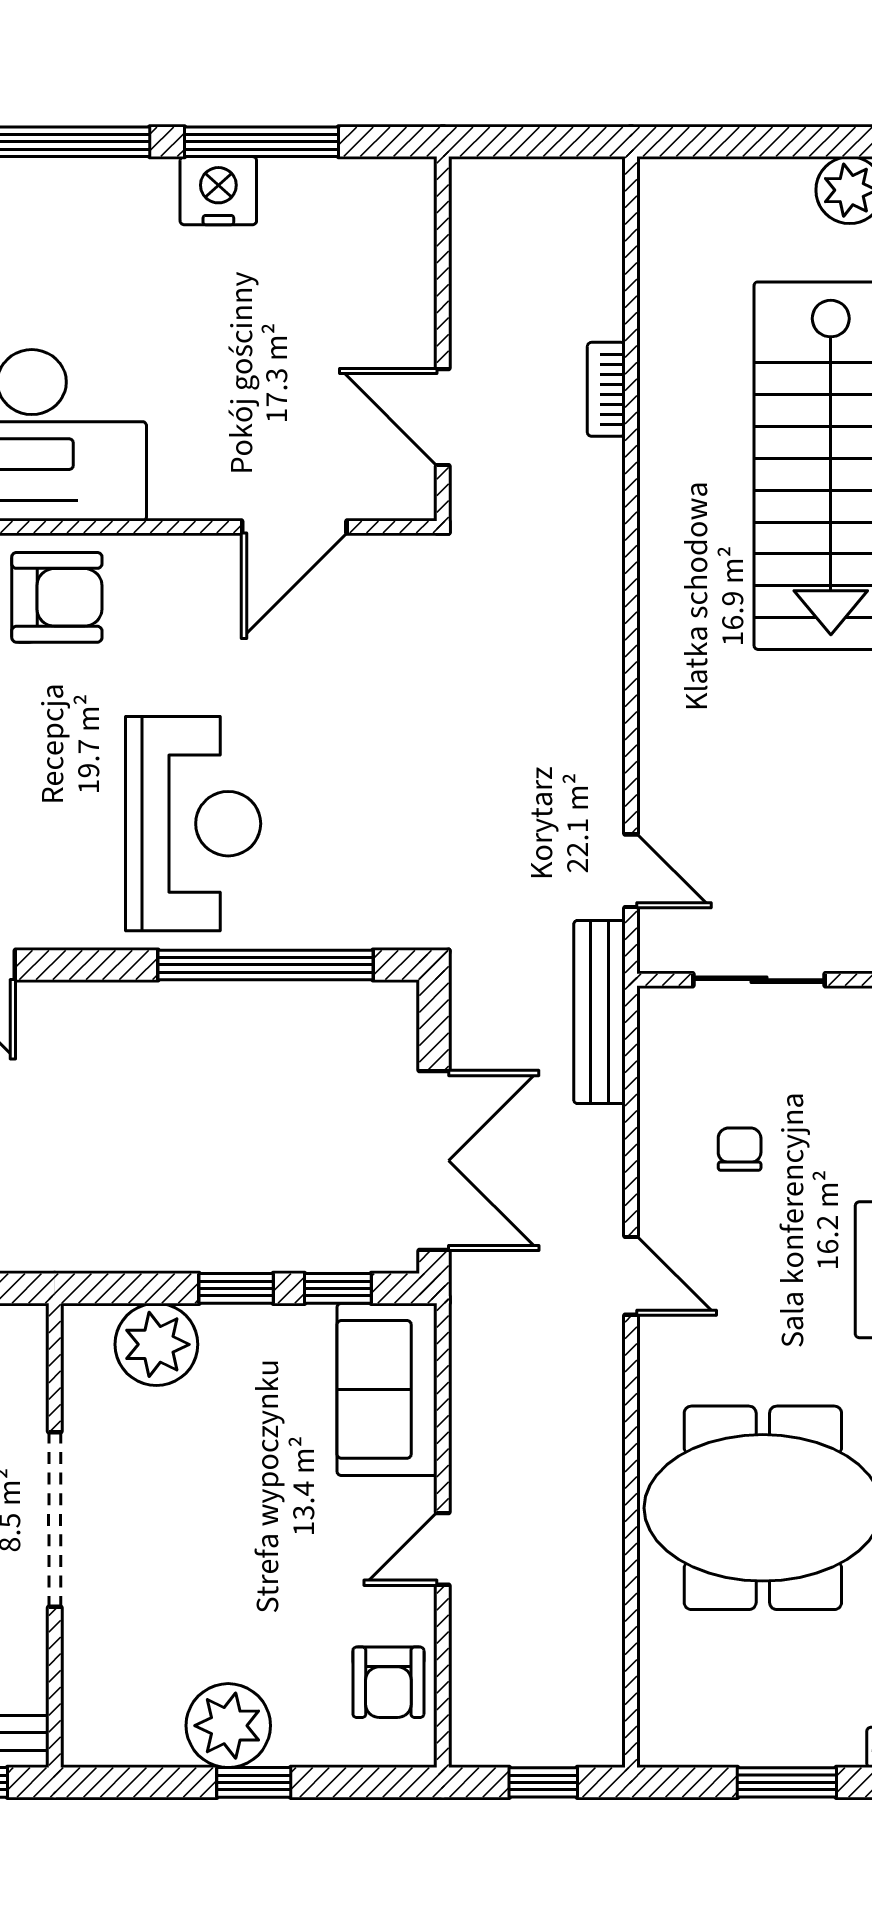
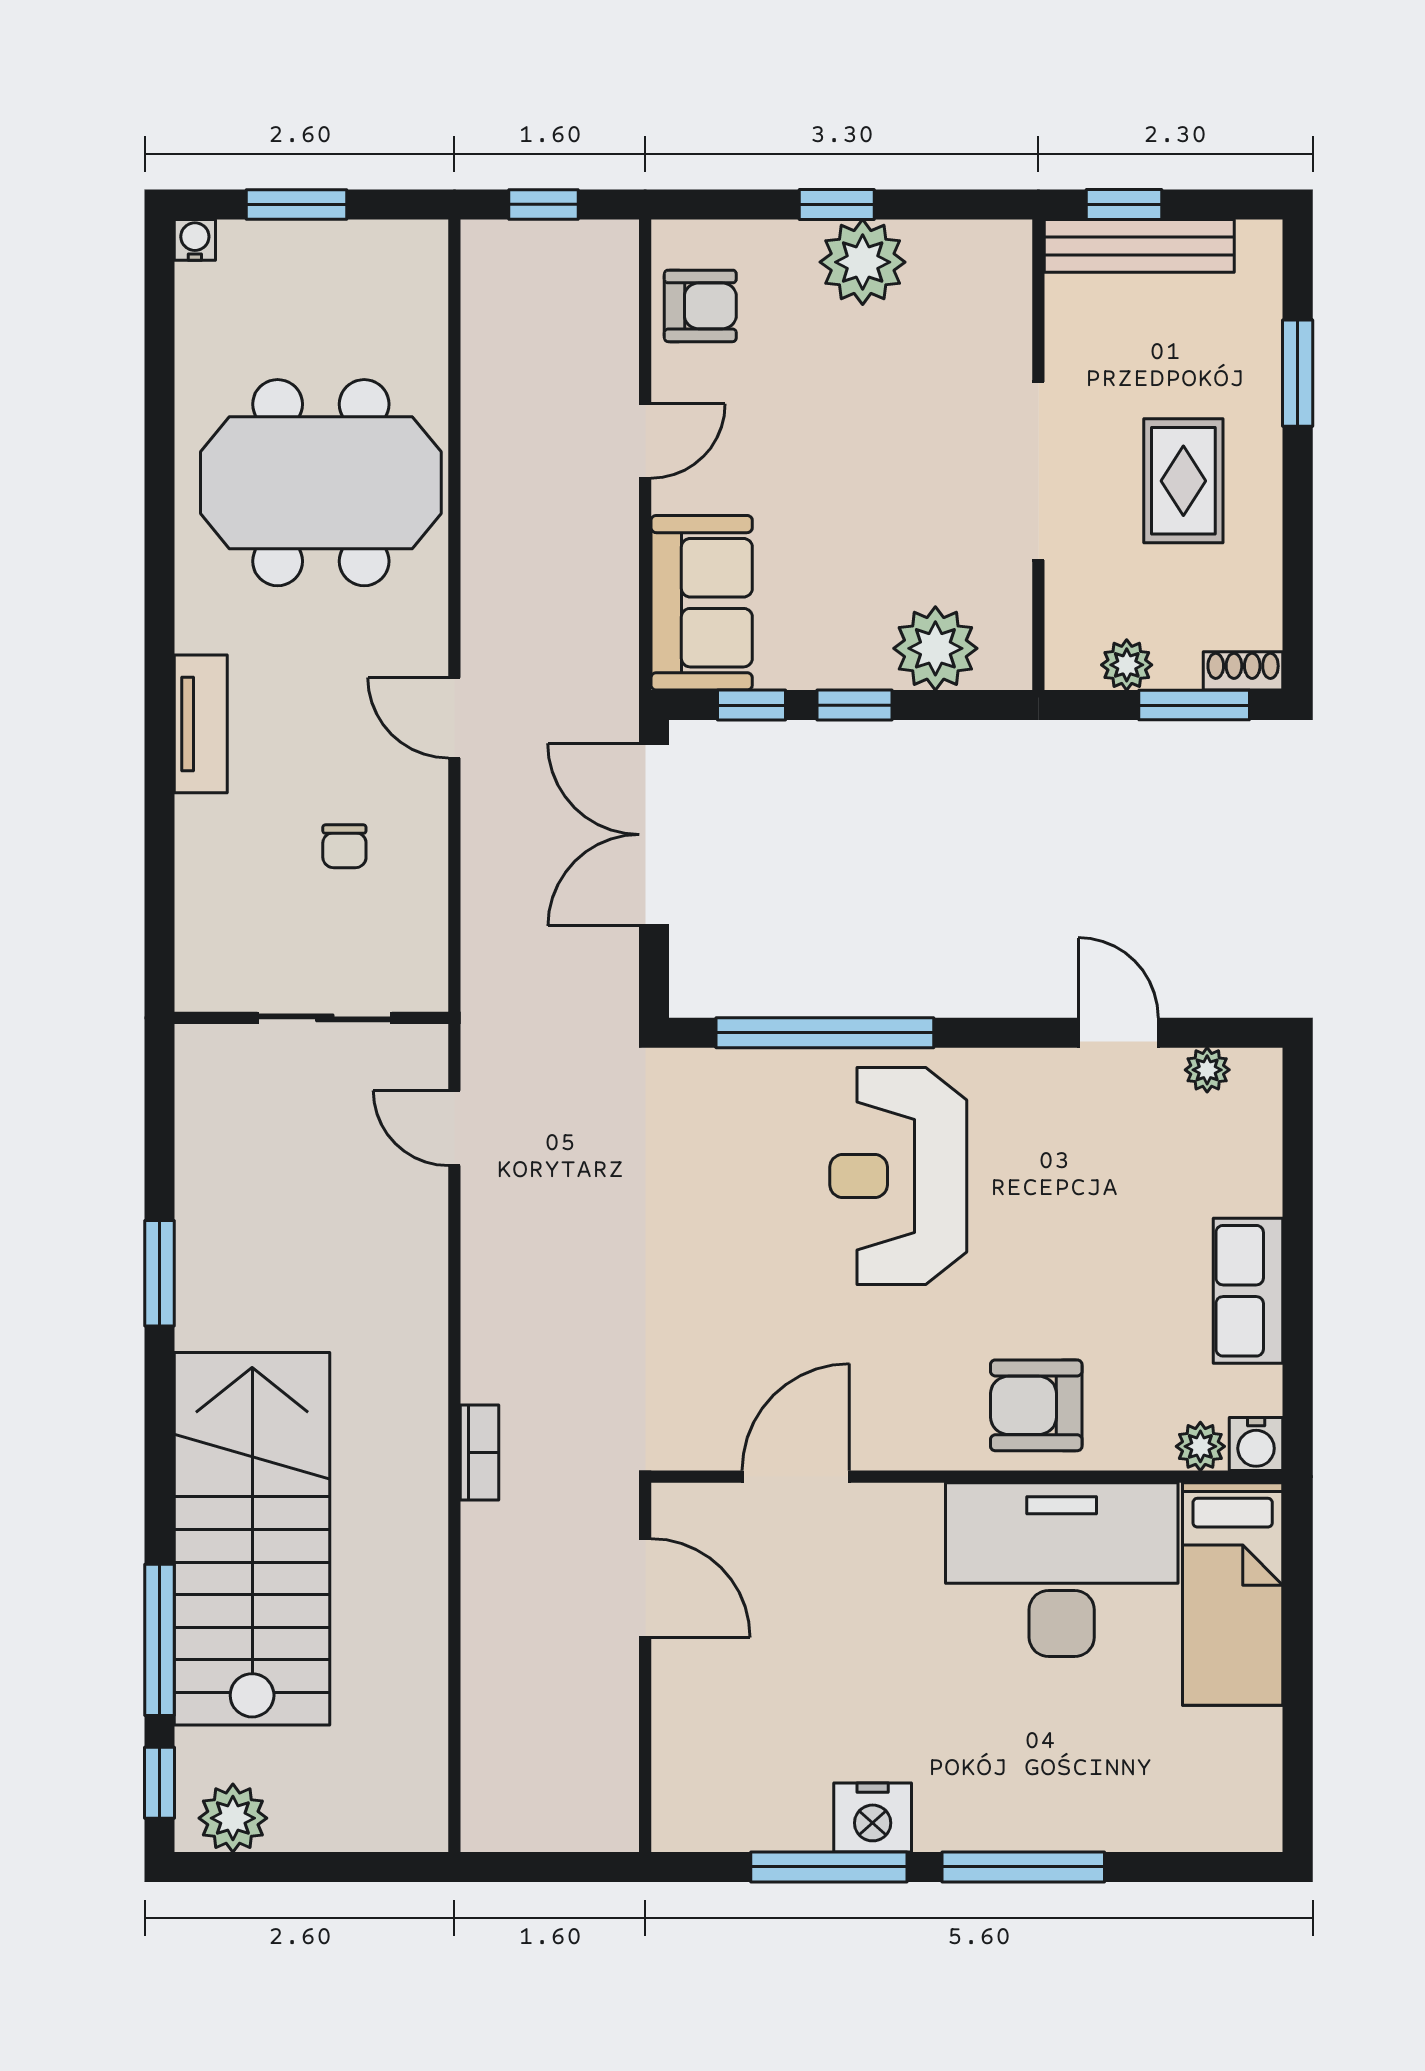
bookcase: (606, 389) -> (480, 1452), moved
bench: (599, 1012) -> (486, 985), removed
armchair: (388, 1682) -> (700, 306), turned 90

